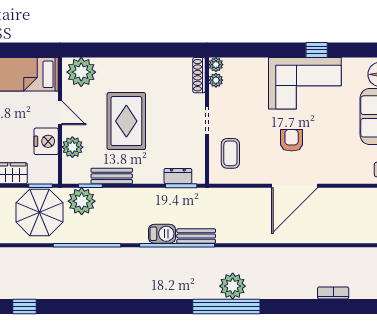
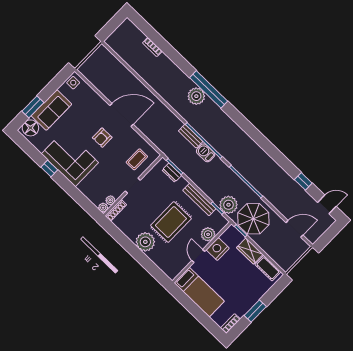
plant: (81, 72) -> (145, 242), moved
bench: (112, 176) -> (199, 199), width x1.36

